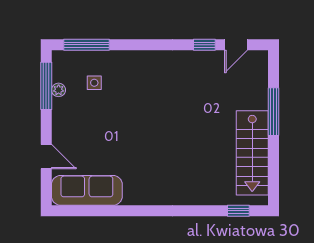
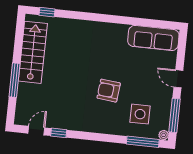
side table: (94, 83) -> (140, 114), width x1.87, depth x1.87
plant: (59, 90) -> (164, 135), moved
armchair: (141, 111) -> (109, 91), added
door: (46, 157) -> (178, 79), moved

